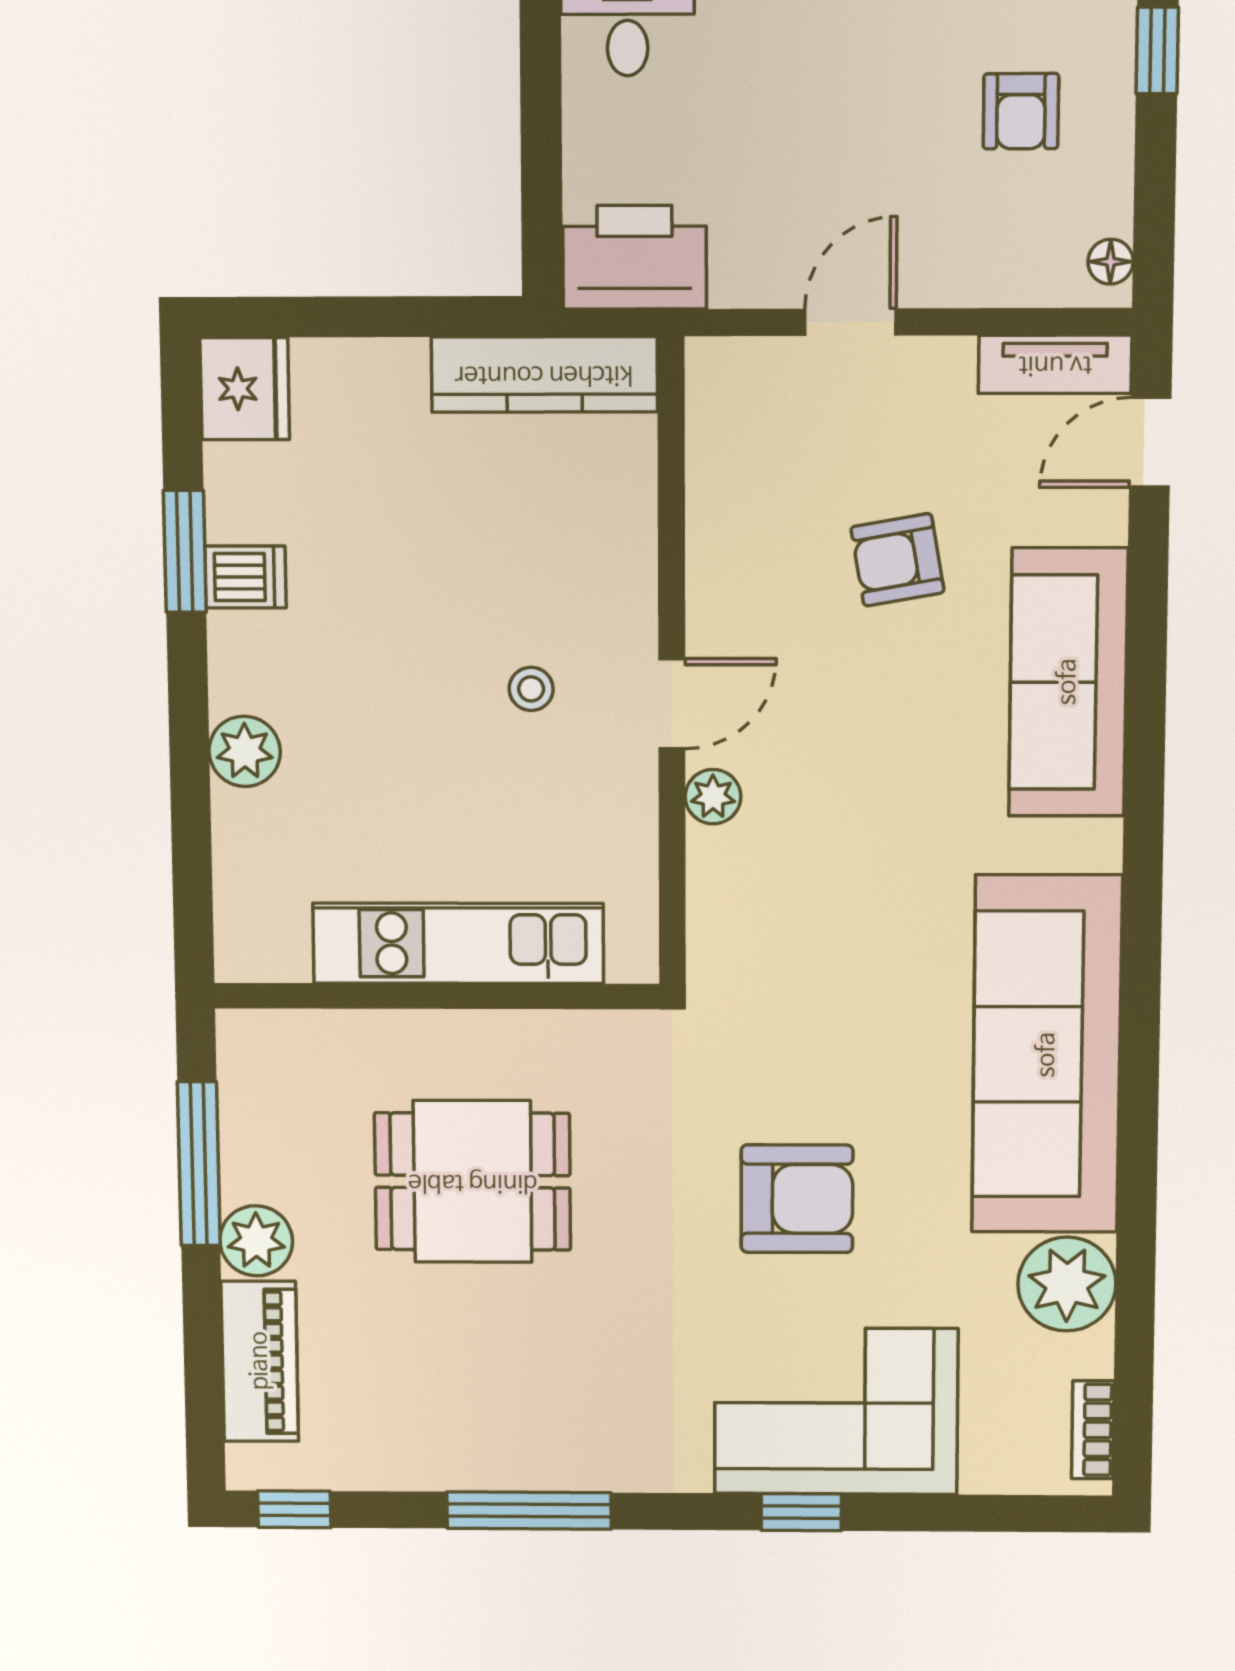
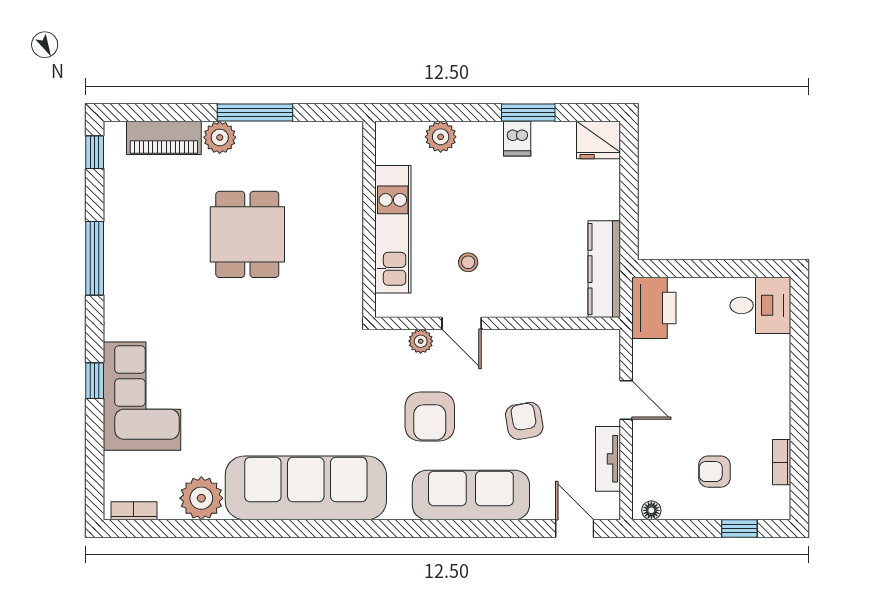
tv unit: (1055, 364) -> (608, 459), moved
kitchen unit: (458, 943) -> (393, 229), moved
wall: (437, 996) -> (369, 219), moved
armchair: (797, 1199) -> (430, 416), moved

